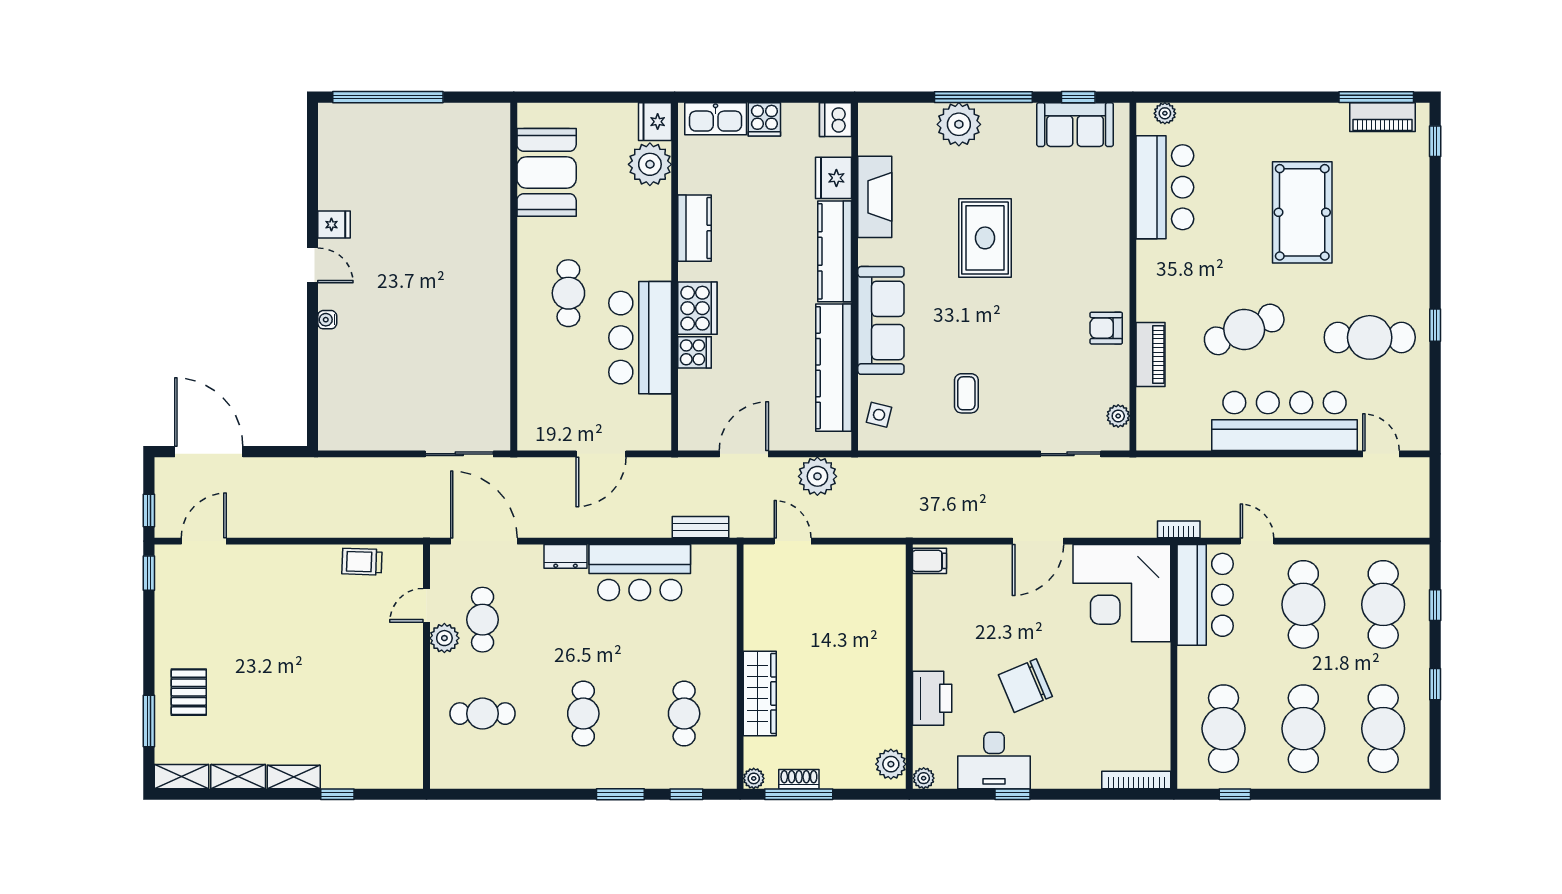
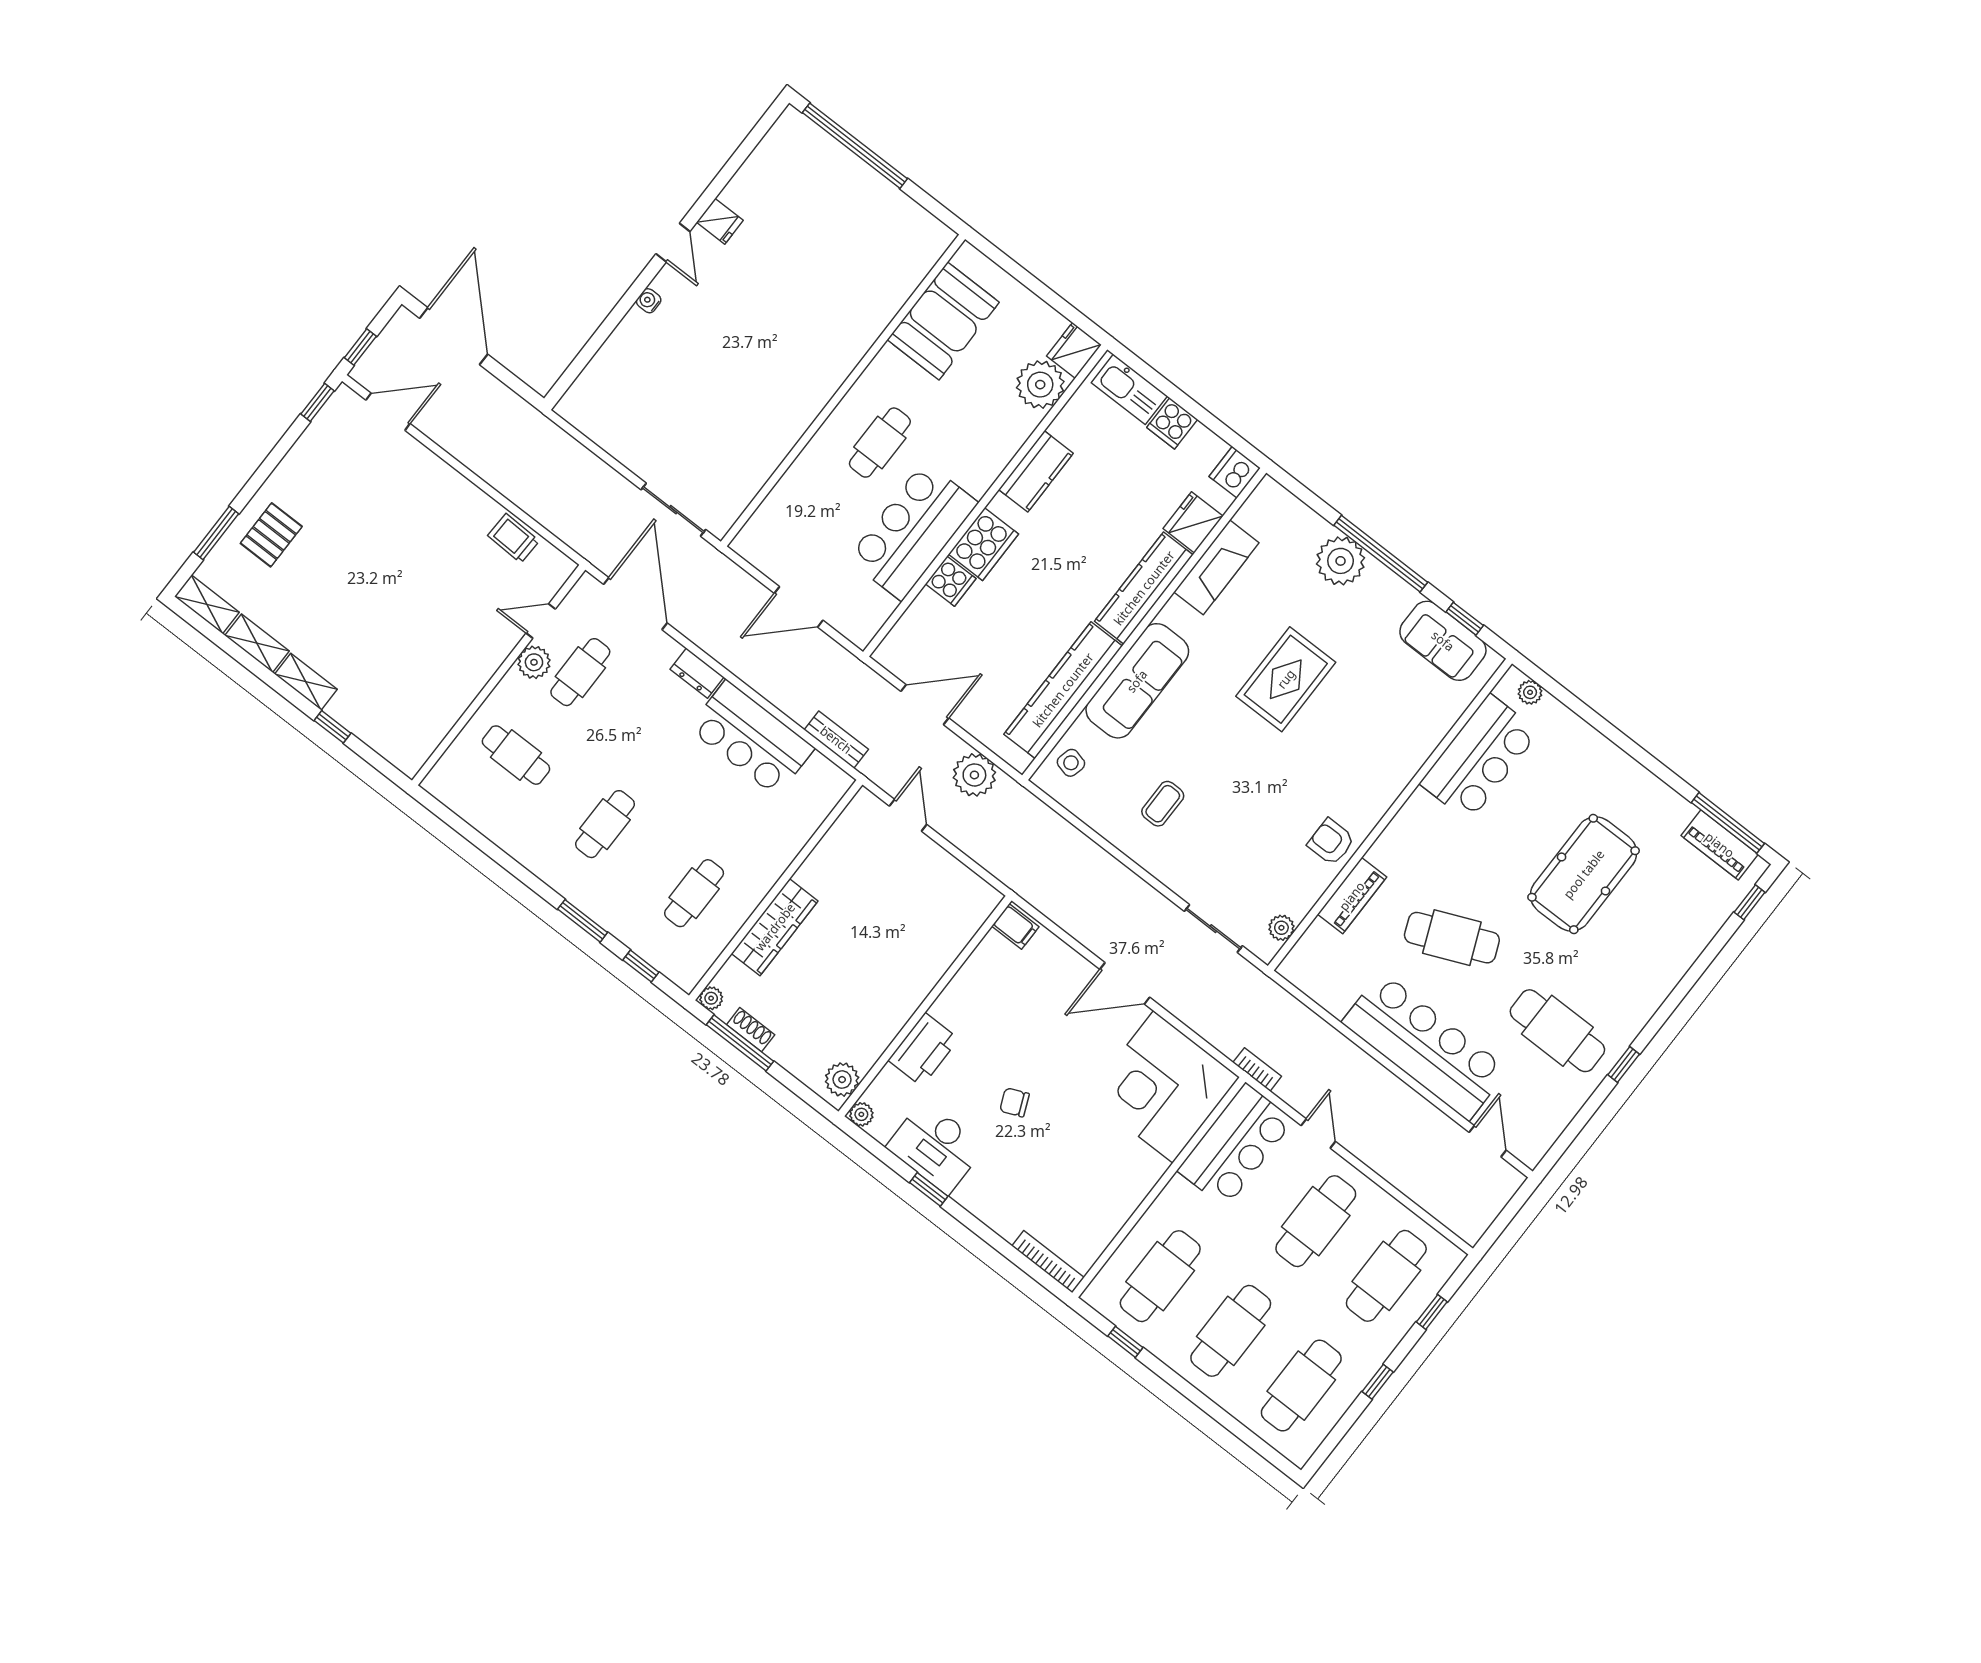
chair: (1025, 686) -> (1015, 1102), width x0.54, depth x0.54

